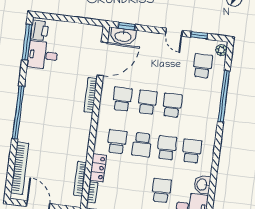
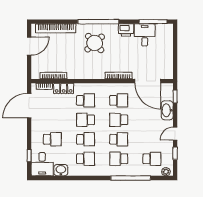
printer: (39, 30) -> (126, 30), moved
washbasin: (123, 36) -> (167, 110), moved
school desk: (147, 102) -> (119, 120), turned 180
school desk: (197, 108) -> (119, 159), added
round table: (45, 121) -> (95, 43), added

